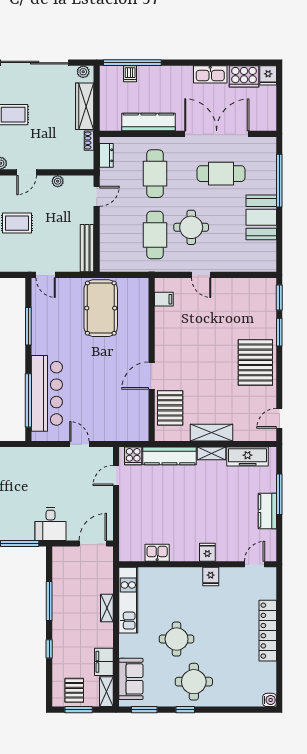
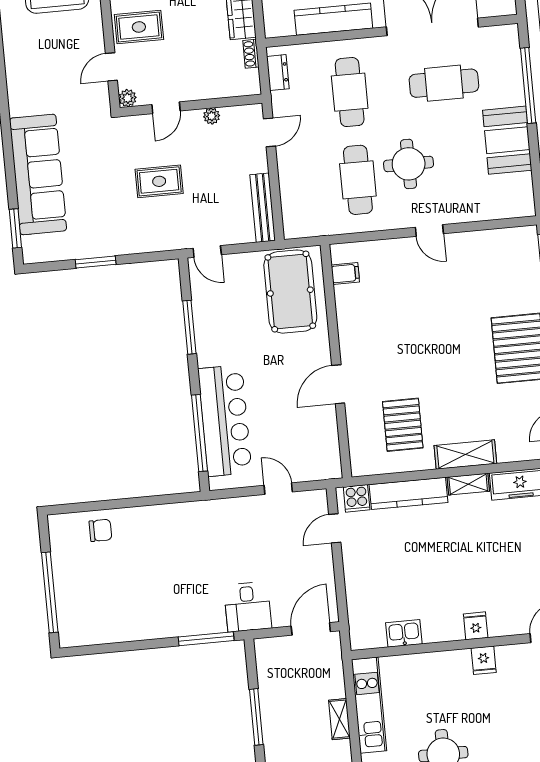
filing cabinet: (164, 299) -> (345, 273), moved
wall: (152, 359) -> (336, 361), moved
door: (152, 376) -> (338, 384), moved

